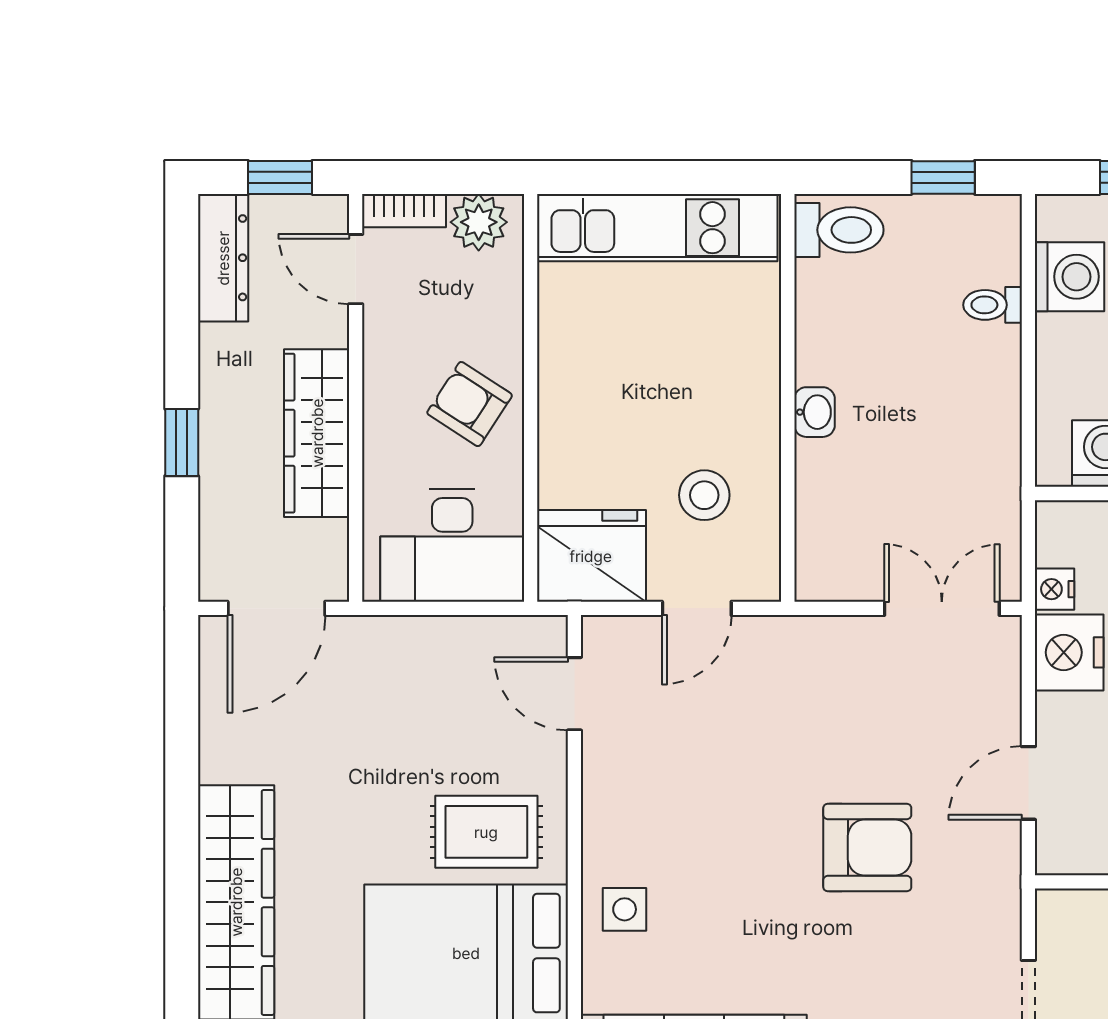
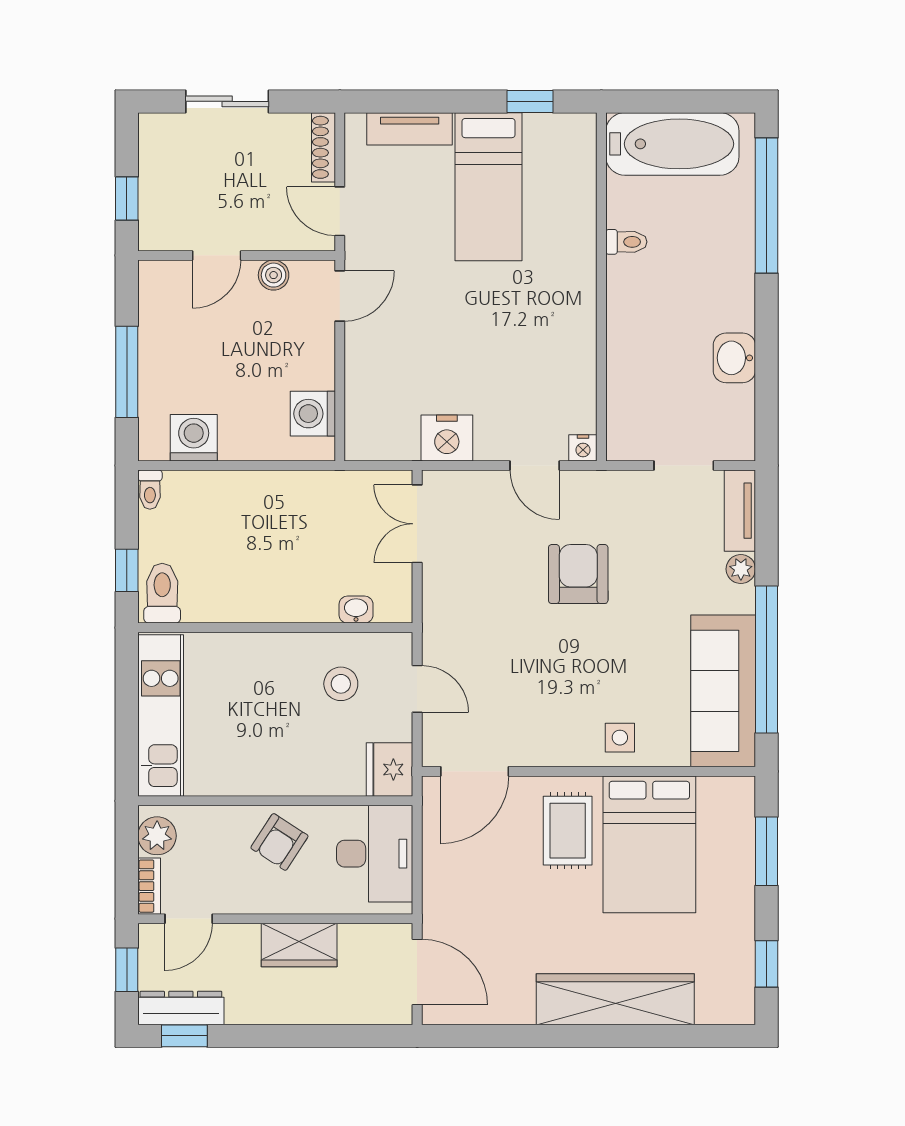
window: (943, 177) -> (127, 570), moved
toilet: (993, 305) -> (150, 490), moved
washbasin: (815, 412) -> (356, 610), moved
wardrobe: (317, 433) -> (299, 945), width x0.67
window: (182, 442) -> (184, 1036), moved
fridge: (591, 556) -> (390, 770), width x0.73, depth x0.75
nightstand: (1055, 589) -> (583, 448), moved
door: (574, 694) -> (475, 771), width x1.37

